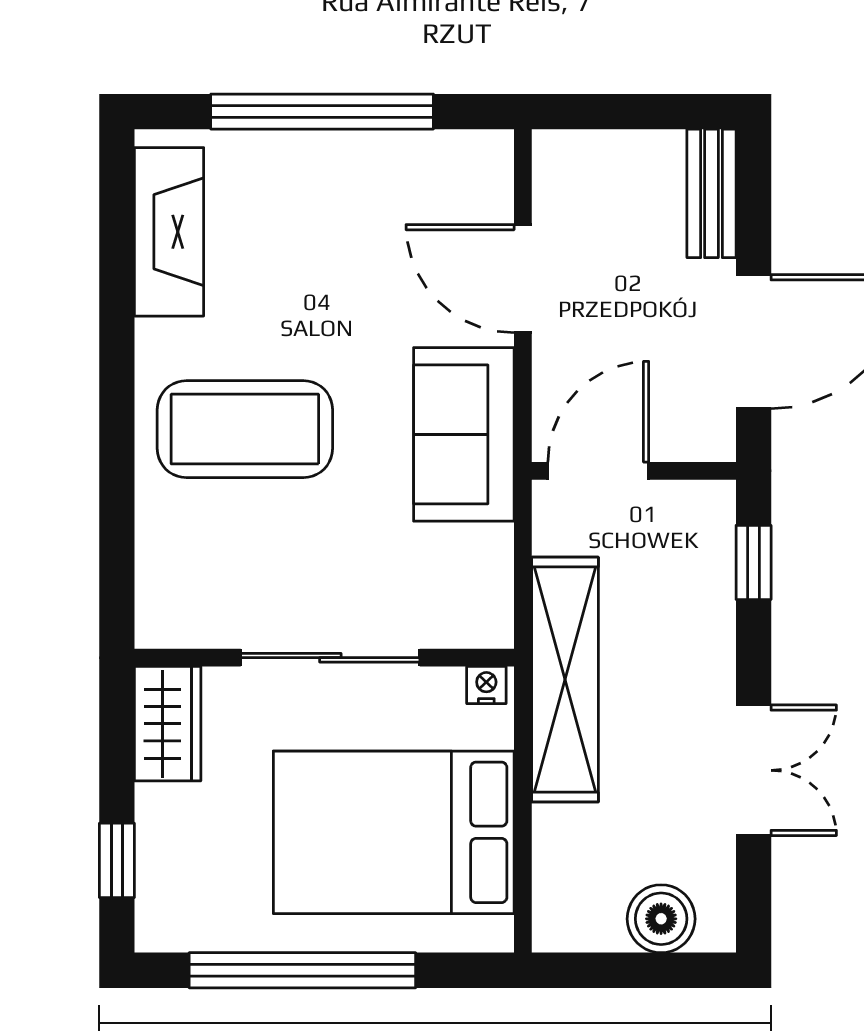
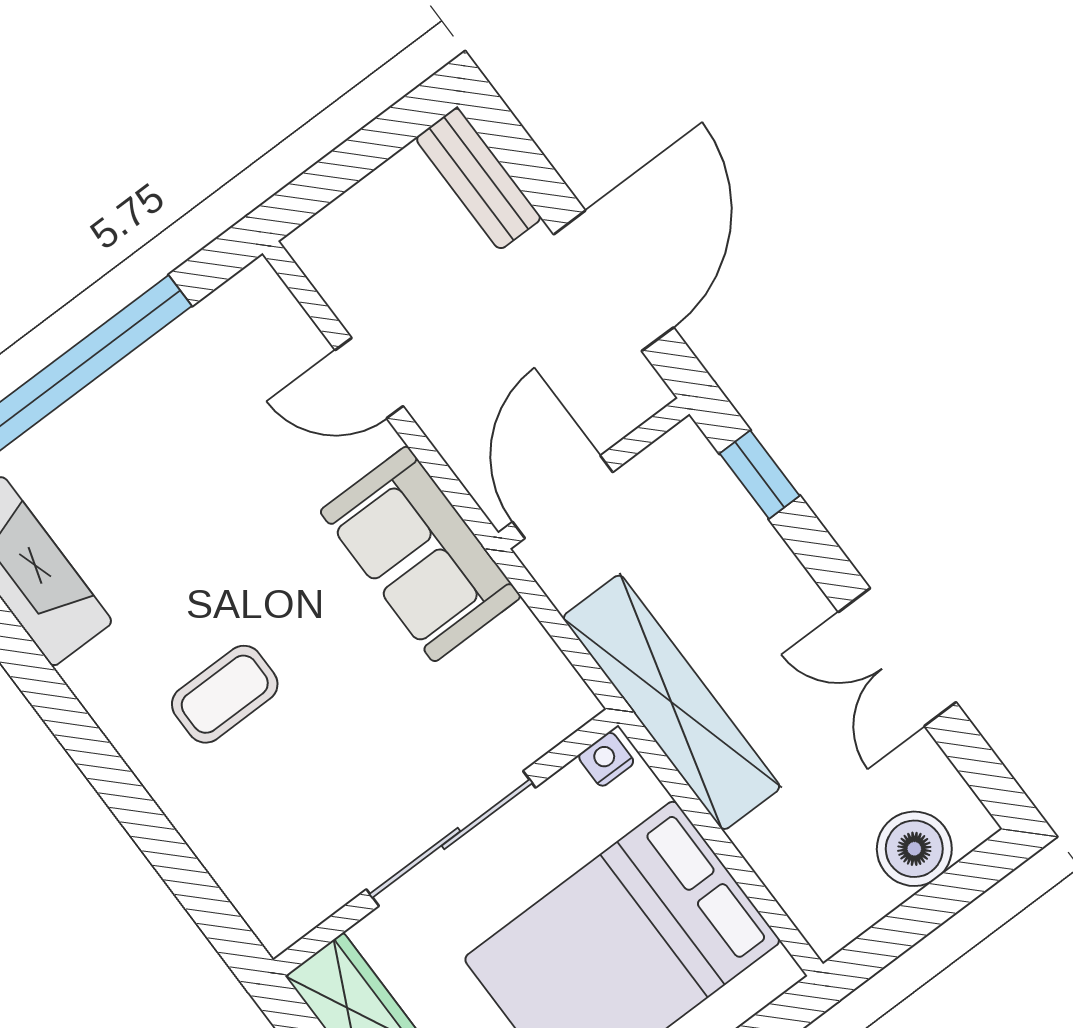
door: (523, 279) -> (369, 378), width x0.73
coffee table: (245, 429) -> (225, 694), width x0.54, depth x0.58
double door: (754, 770) -> (897, 657), swing flipped

